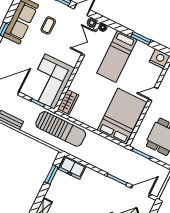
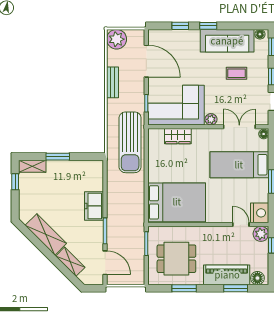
plant: (92, 23) -> (211, 119), moved
door: (153, 94) -> (241, 225), moved
wardrobe: (68, 102) -> (178, 136), moved
freezer: (72, 168) -> (94, 206), moved
window: (51, 175) -> (58, 157), moved

